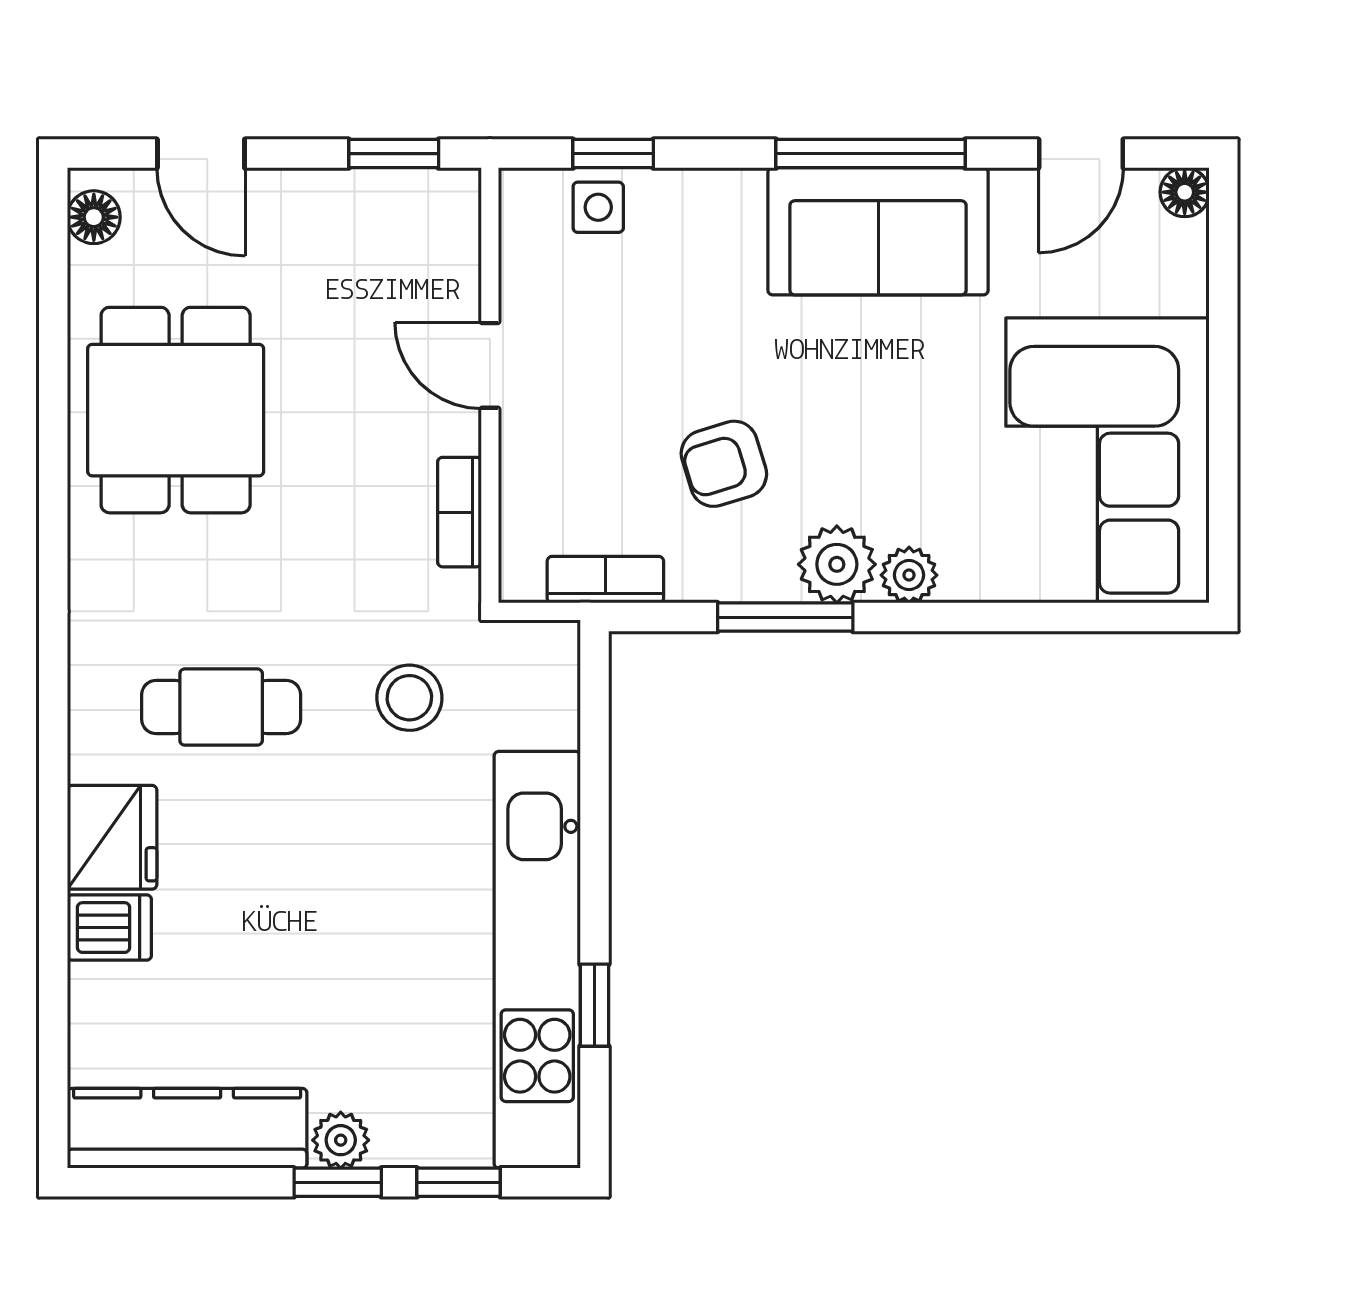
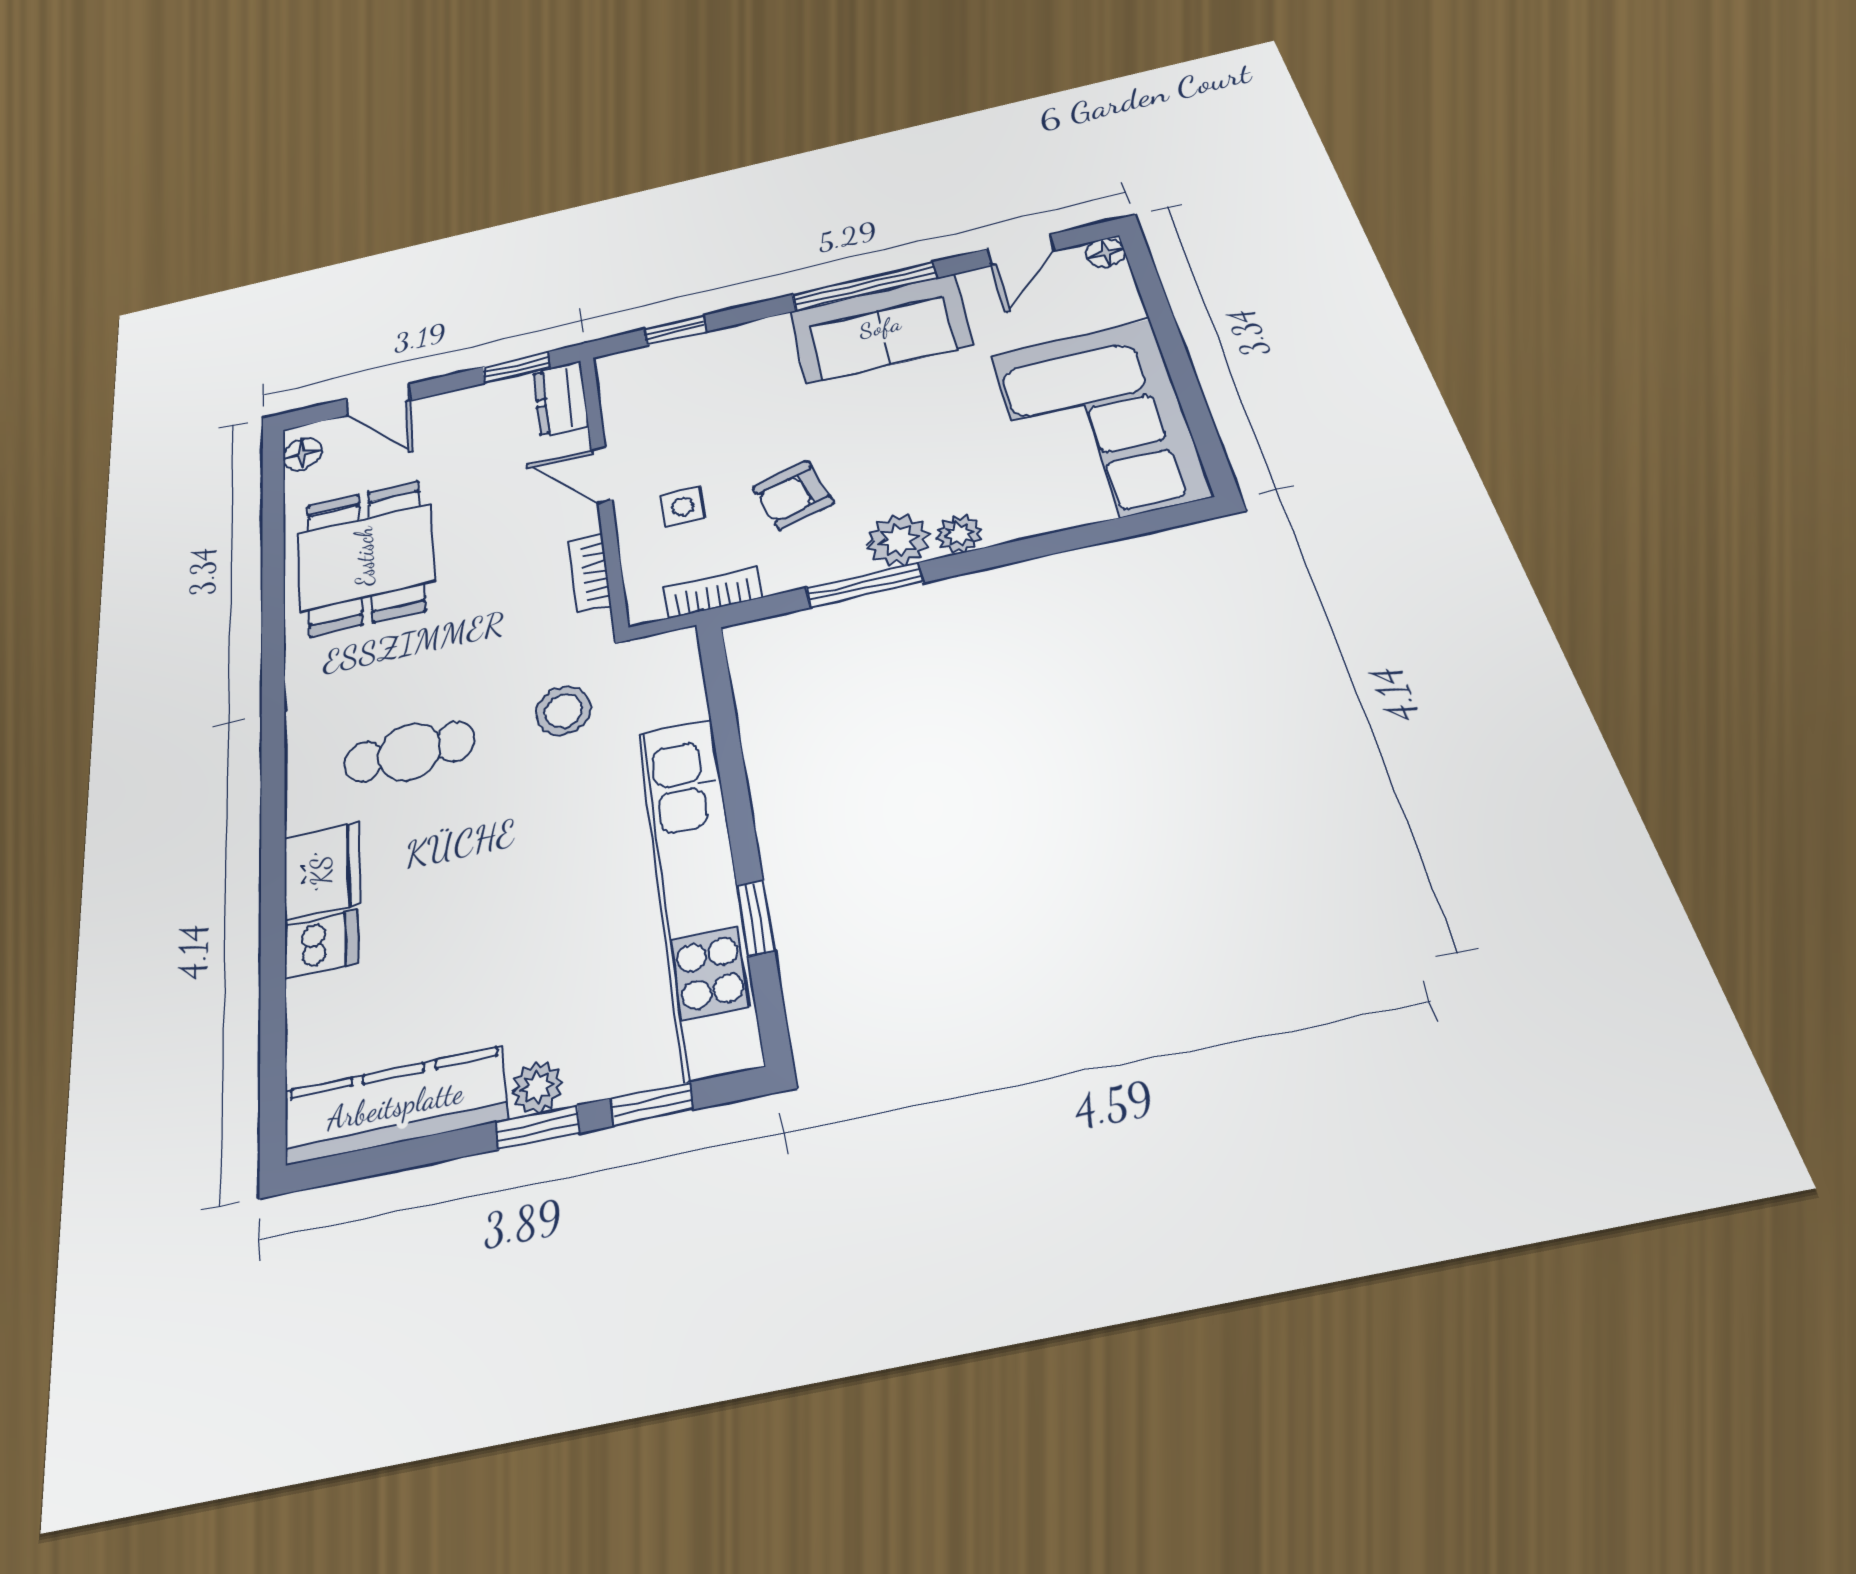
side table: (598, 207) -> (683, 507), moved
dresser: (449, 225) -> (561, 399), added

